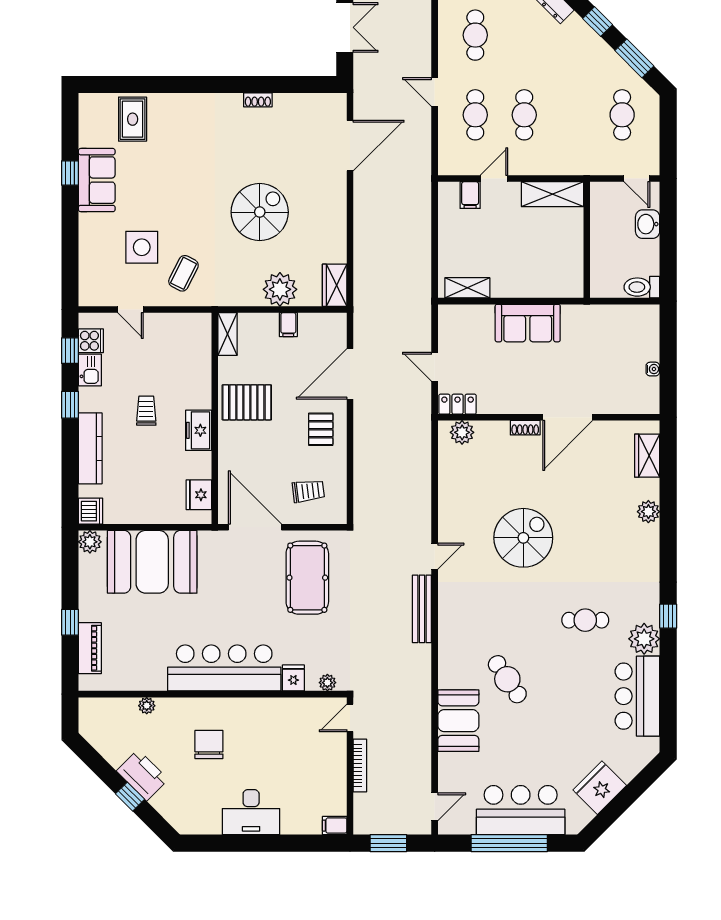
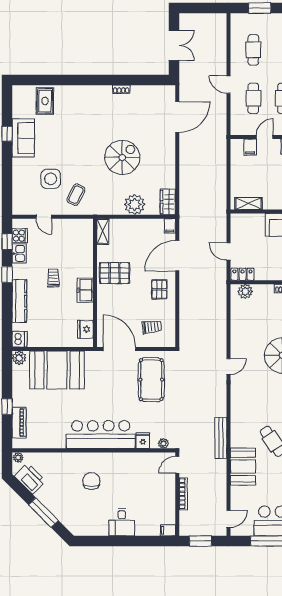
filing cabinet: (288, 325) -> (170, 226), moved
bench: (422, 609) -> (221, 438), moved
plant: (147, 706) -> (18, 457), moved
printer: (142, 775) -> (30, 479), moved
window: (130, 797) -> (43, 513), width x2.17
desk: (251, 812) -> (122, 522), width x0.73

